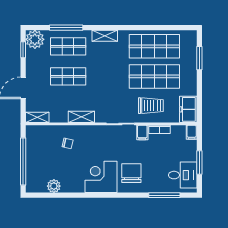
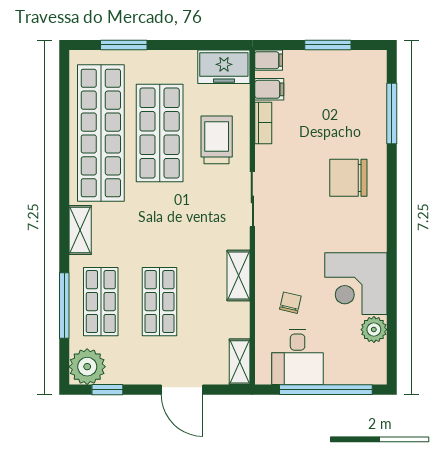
shop shelf: (154, 46) -> (101, 133), width x1.40
filing cabinet: (142, 133) -> (269, 89), moved
desk: (183, 175) -> (298, 357), moved, turned 180
corner desk: (101, 177) -> (356, 284), moved

